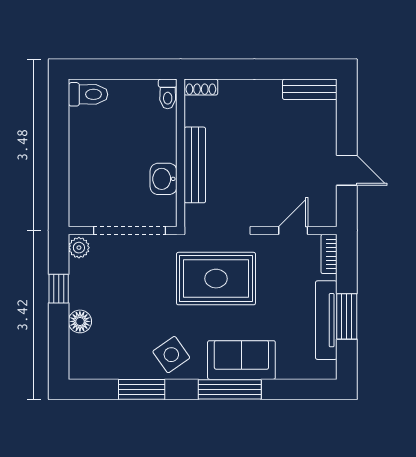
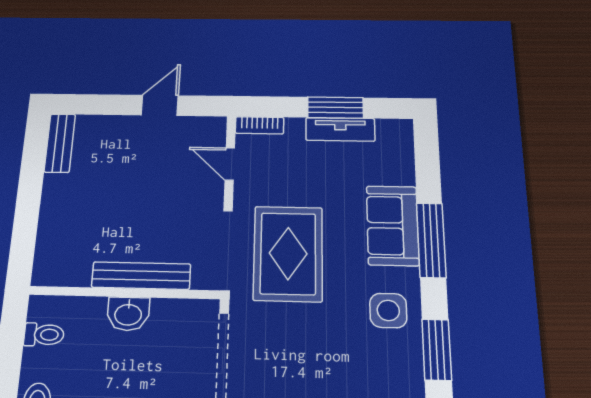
shoe rack: (201, 87) -> (43, 266), removed
toilet: (168, 94) -> (44, 335), moved
washbasin: (164, 179) -> (128, 314), moved
tv unit: (326, 320) -> (340, 129), width x0.71
side table: (171, 355) -> (388, 310), turned 35

